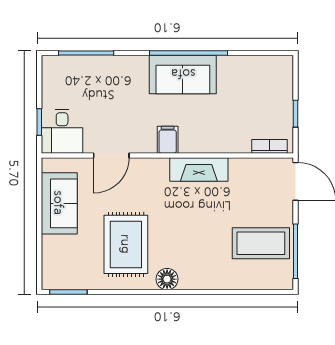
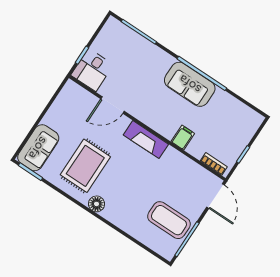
filing cabinet: (168, 140) -> (183, 138), moved
fireplace: (199, 170) -> (146, 140), moved
sofa: (59, 203) -> (38, 148), moved

